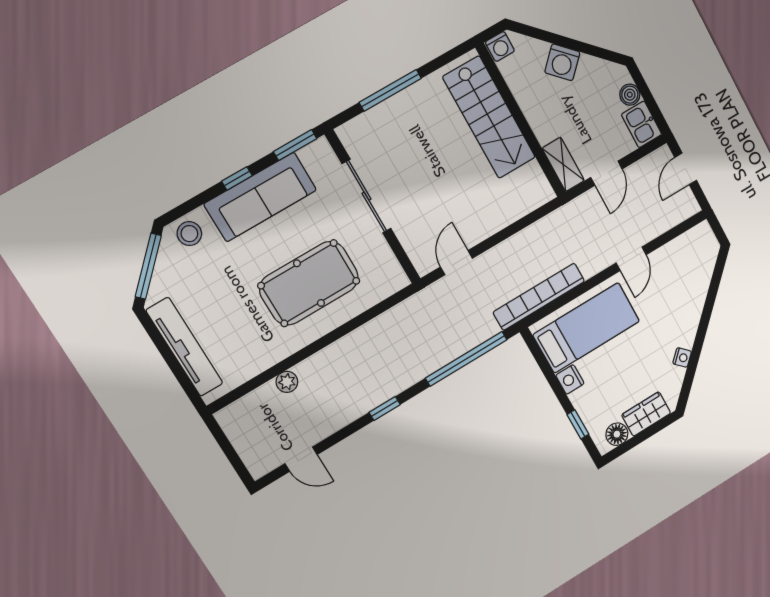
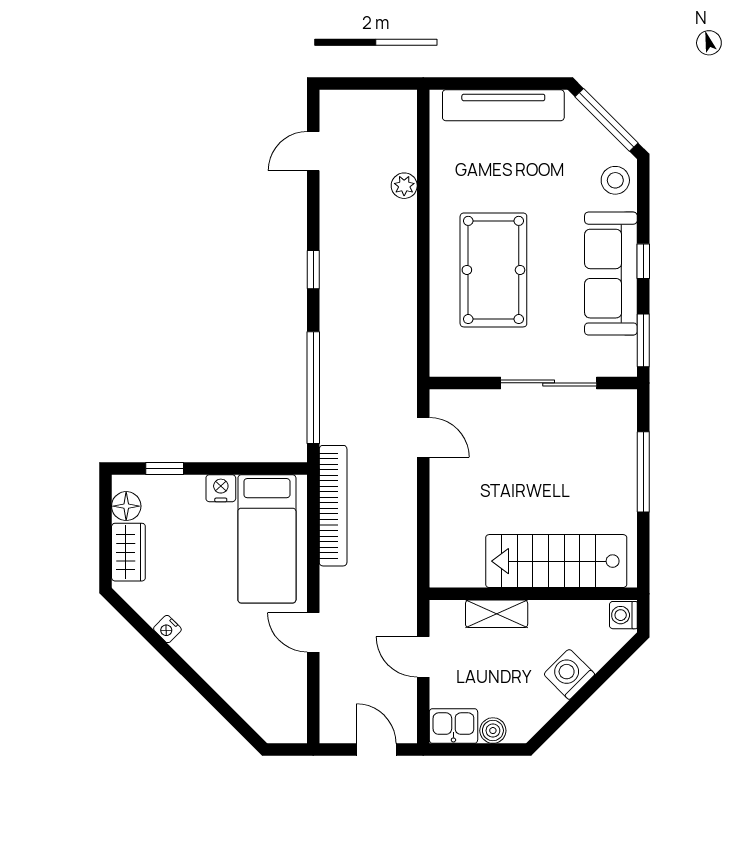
shelving: (563, 164) -> (497, 614), moved

